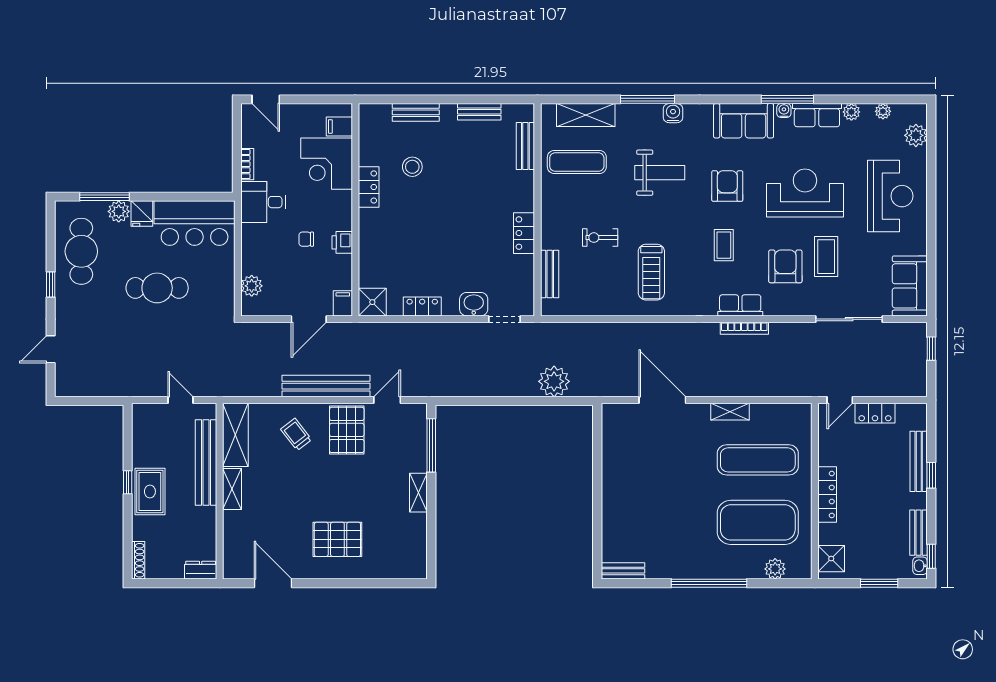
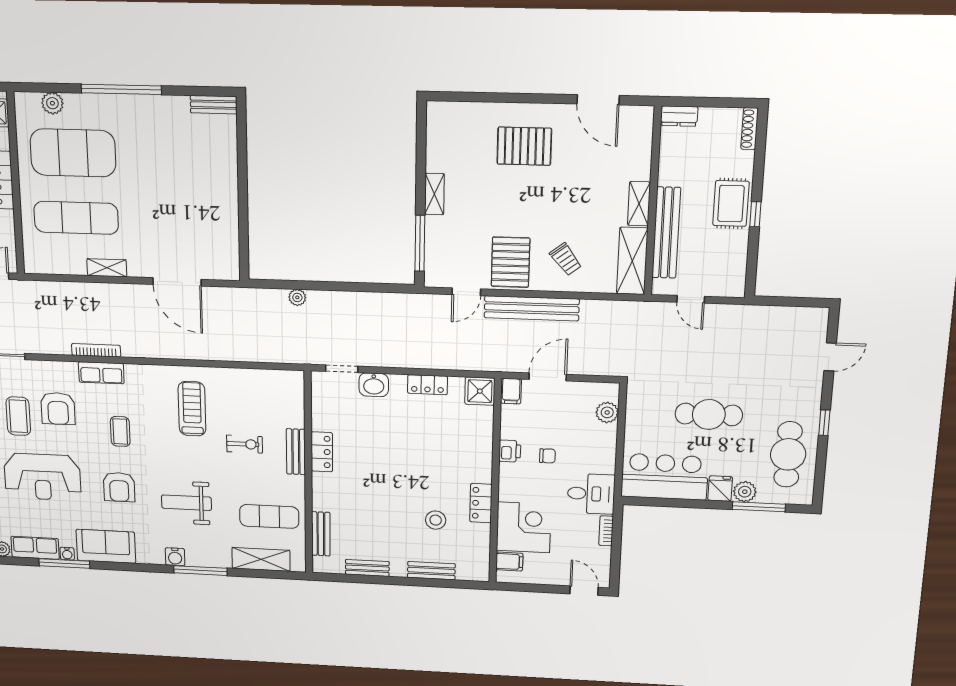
bench: (550, 274) -> (296, 452), moved
plant: (554, 381) -> (297, 297), width x0.53, depth x0.53

